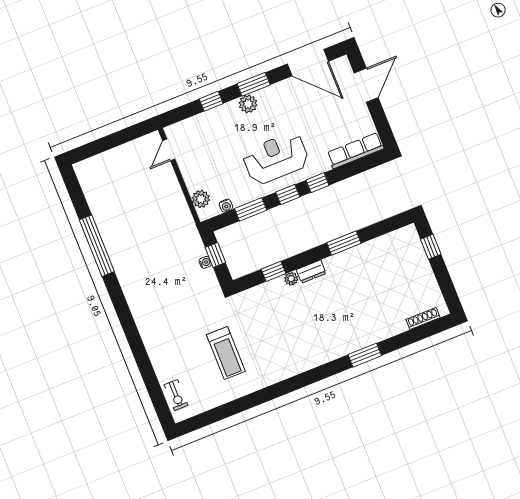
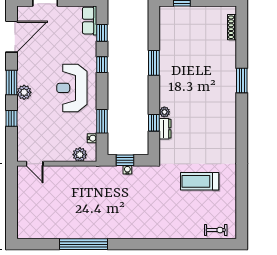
row of seats: (355, 151) -> (90, 21), width x0.68
window: (288, 195) -> (102, 33), moved
dresser: (311, 272) -> (165, 129), moved
treadmill: (226, 353) -> (200, 181), turned 180

